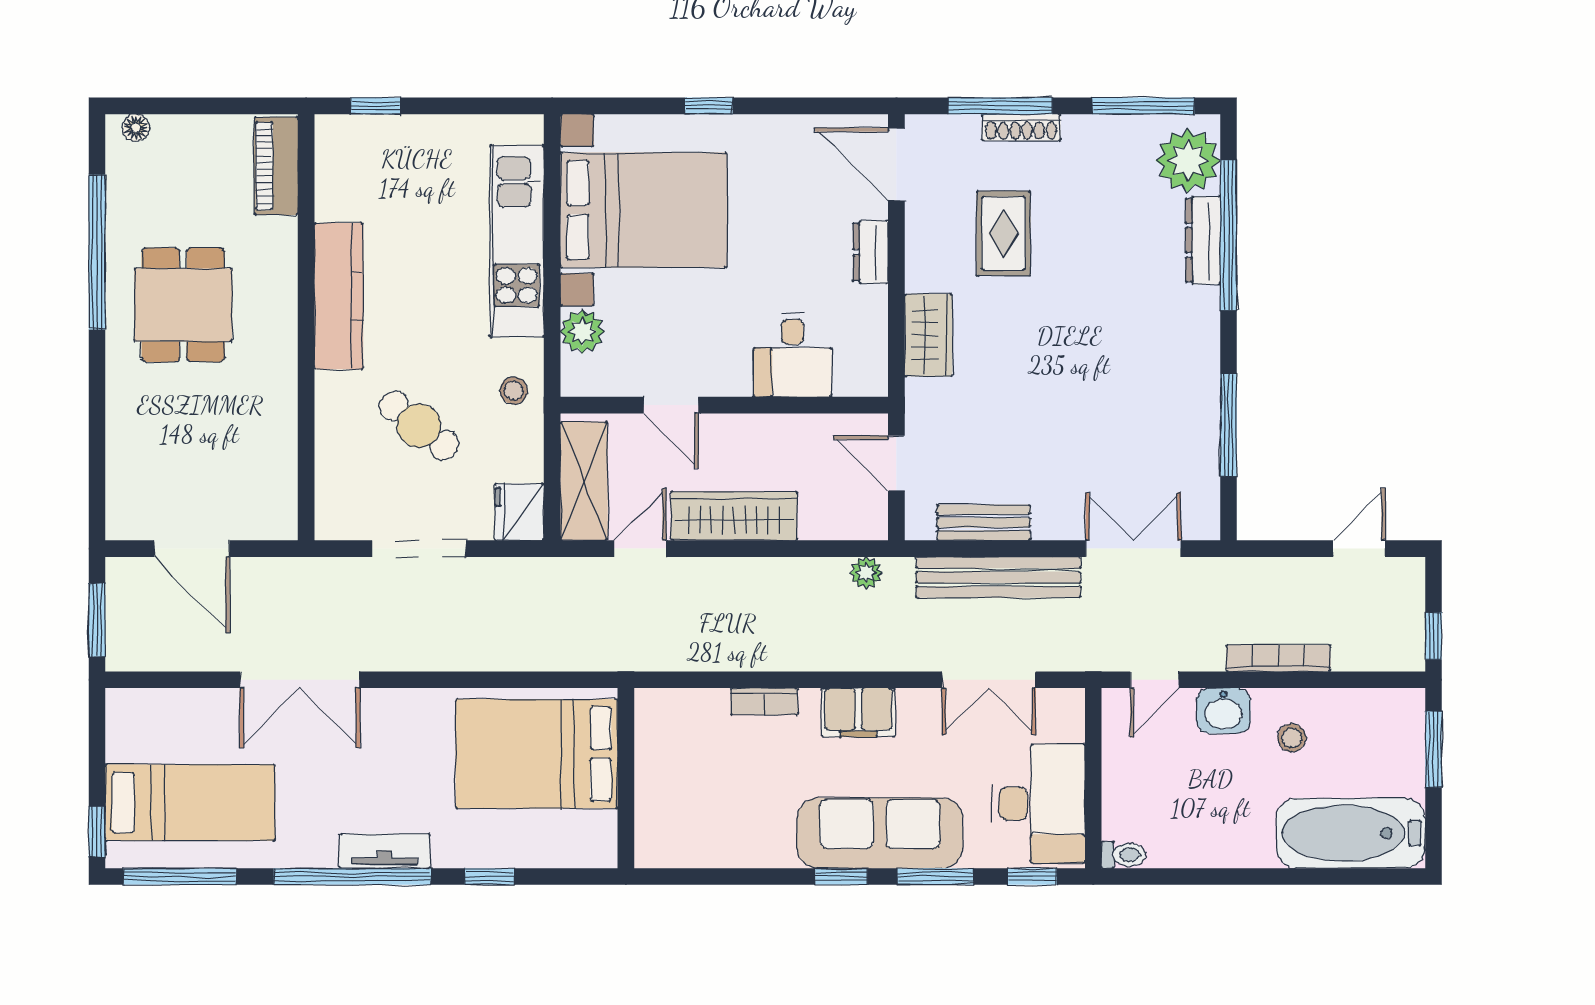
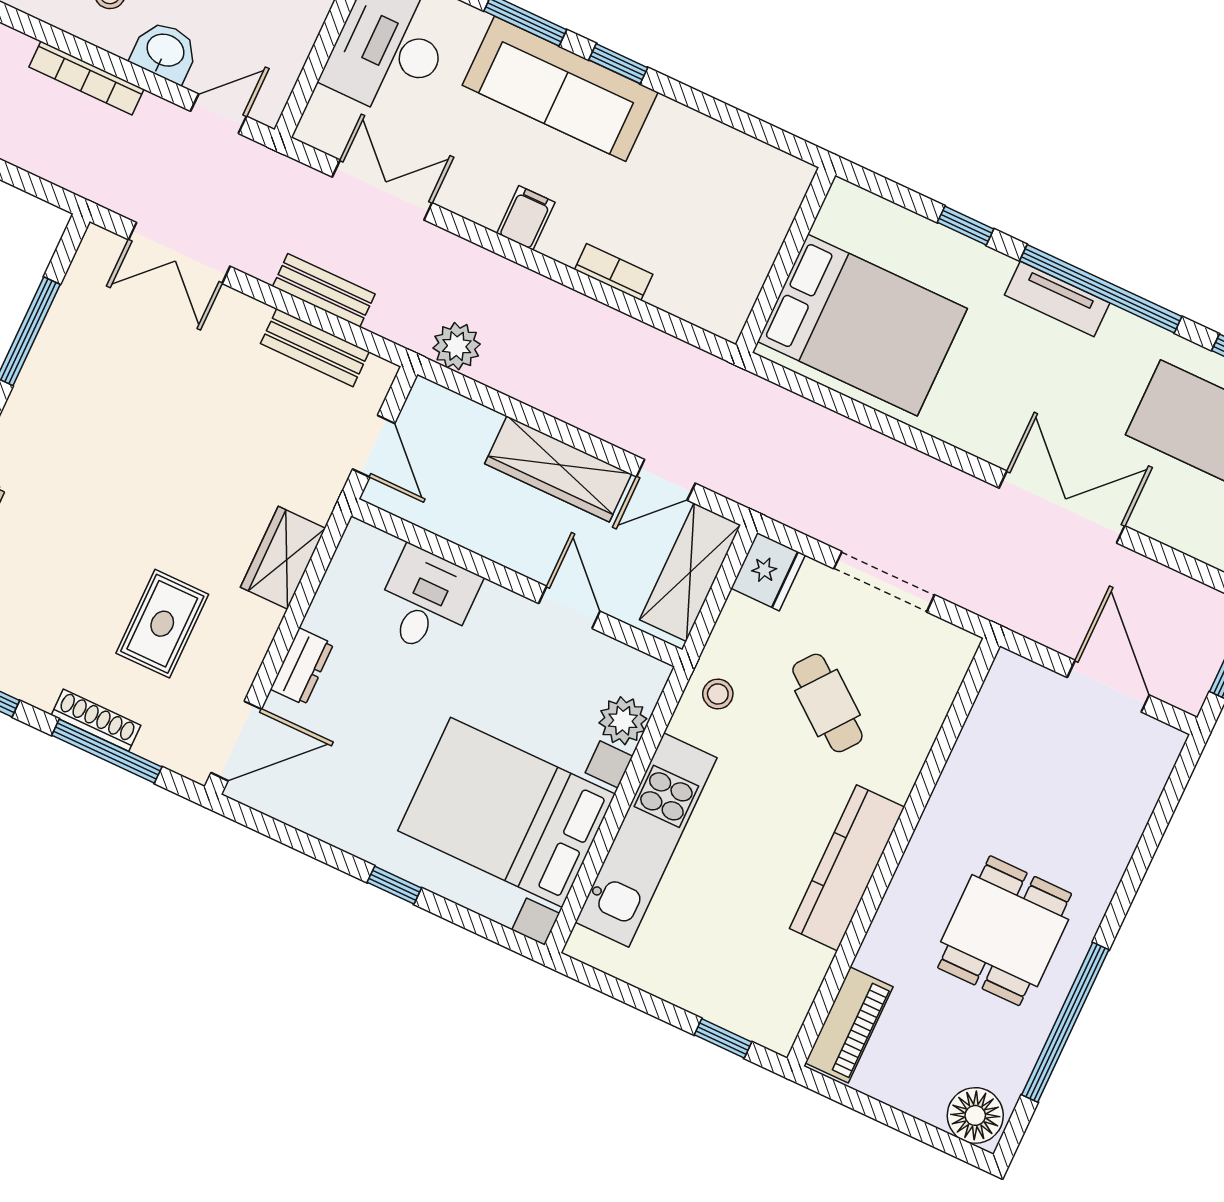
floor lamp: (136, 128) -> (975, 1115), width x1.89, depth x1.89
door: (896, 165) -> (236, 741), hinge flipped
plant: (866, 573) -> (457, 346), width x1.38, depth x1.38
bench: (998, 577) -> (324, 290), width x0.54, depth x0.82
filing cabinet: (858, 712) -> (526, 218), width x0.50

